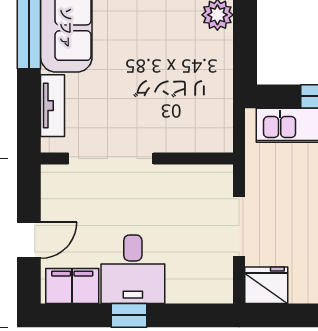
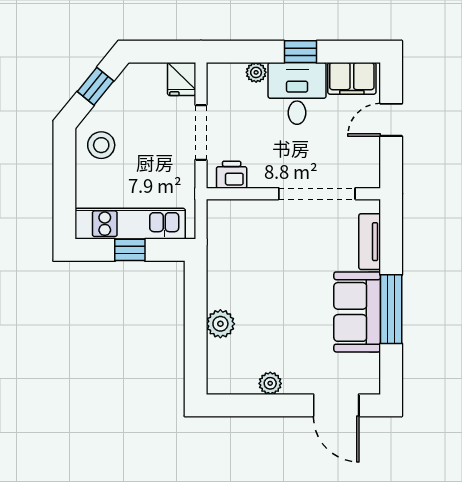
printer: (205, 179) -> (232, 175), added
fridge: (266, 285) -> (182, 79), width x0.72
plant: (178, 292) -> (256, 72), added

